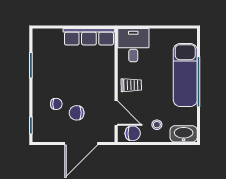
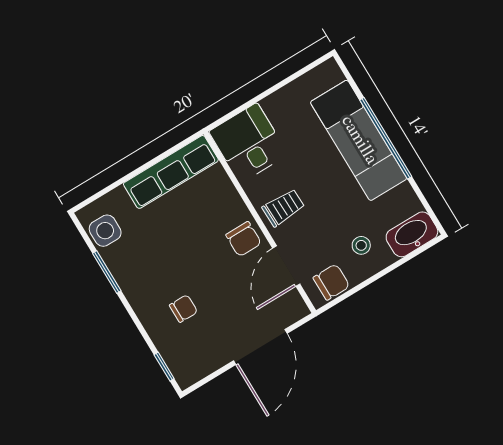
side table: (42, 46) -> (105, 231), added
chair: (77, 113) -> (244, 239), moved, turned -90
door: (116, 113) -> (286, 266), swing flipped

